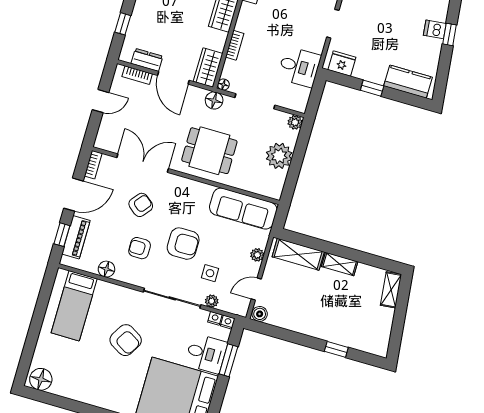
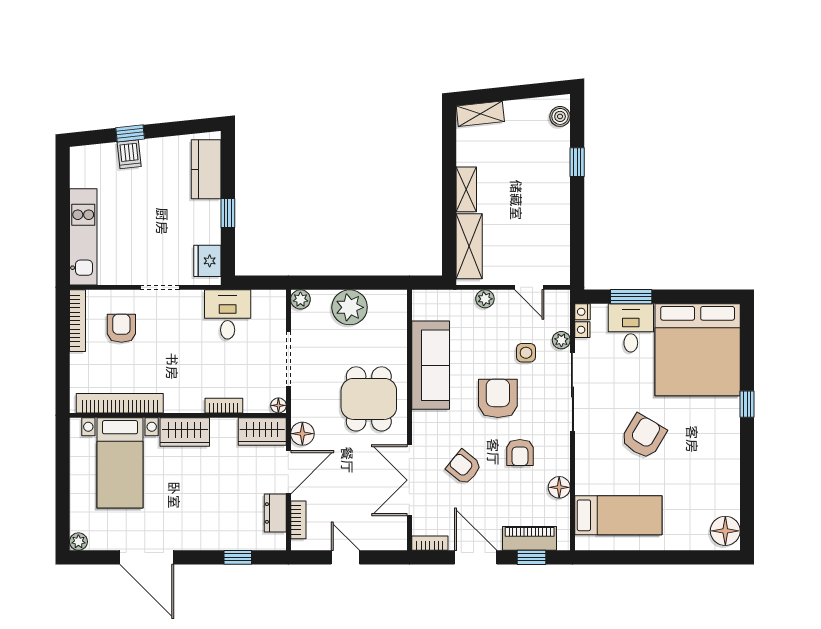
floor lamp: (214, 100) -> (302, 434), moved
sofa: (243, 209) -> (431, 365), moved
boiler: (260, 314) -> (560, 116), moved

